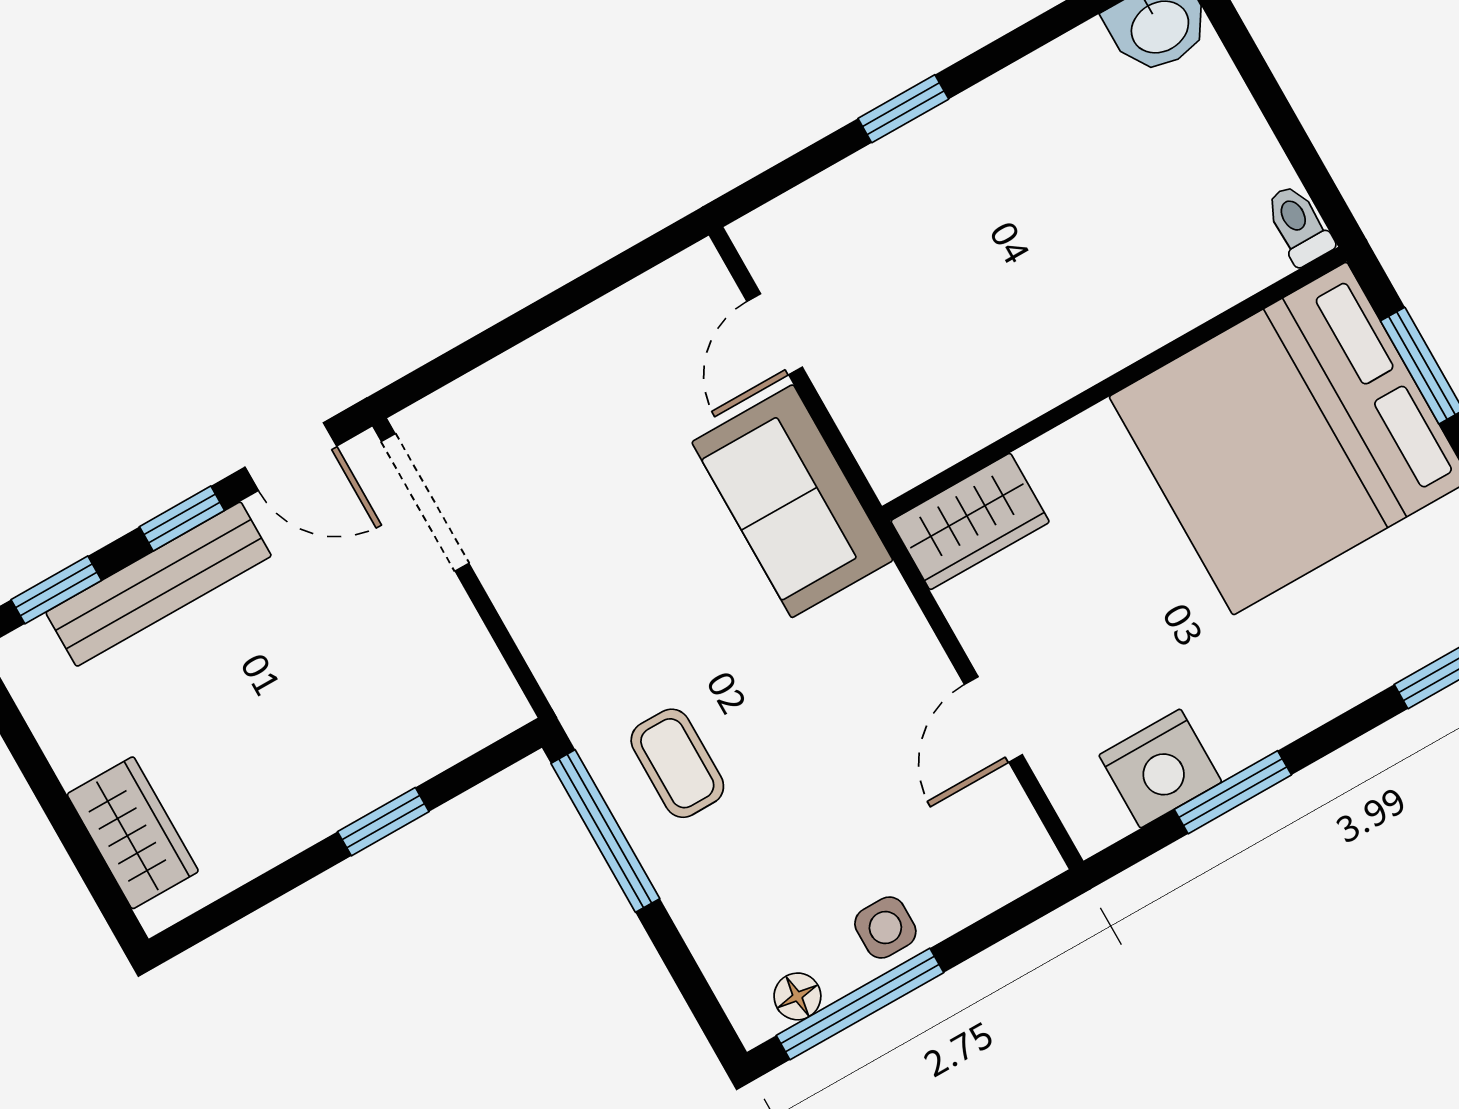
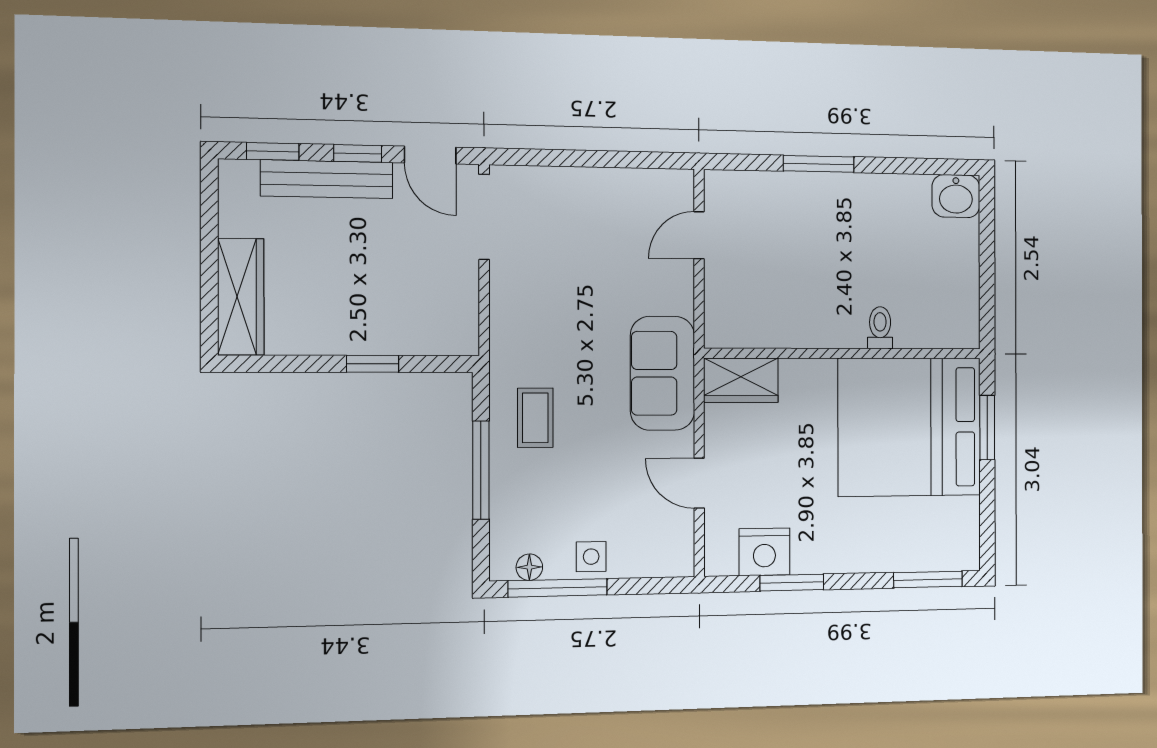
window: (903, 109) -> (819, 164), width x1.50
toilet: (1299, 225) -> (880, 328), moved
sofa: (792, 501) -> (663, 373), moved
door: (993, 719) -> (699, 483), hinge flipped
window: (605, 831) -> (481, 470), moved
wardrobe: (133, 833) -> (241, 297), width x1.50

